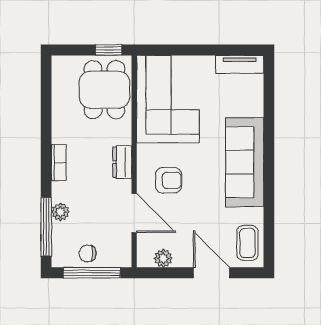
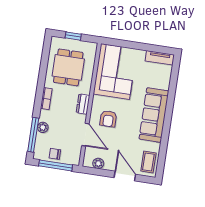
window: (109, 50) -> (73, 36), moved
dining table: (104, 90) -> (68, 67), moved
armchair: (169, 180) -> (108, 119), turned 90

